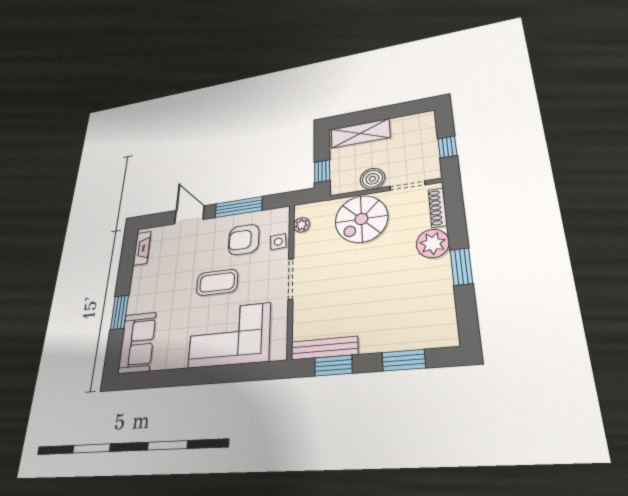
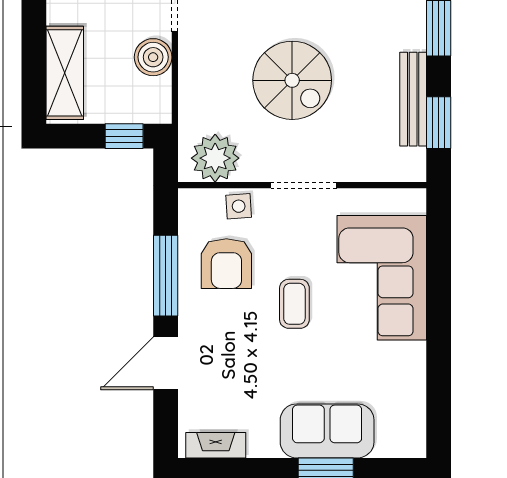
spiral stairs: (361, 219) -> (292, 80), moved
plant: (301, 225) -> (215, 158), width x1.88, depth x1.88
coffee table: (217, 282) -> (294, 304), width x0.73, depth x0.77
sofa: (137, 343) -> (327, 431), moved
bench: (324, 348) -> (413, 99), moved

